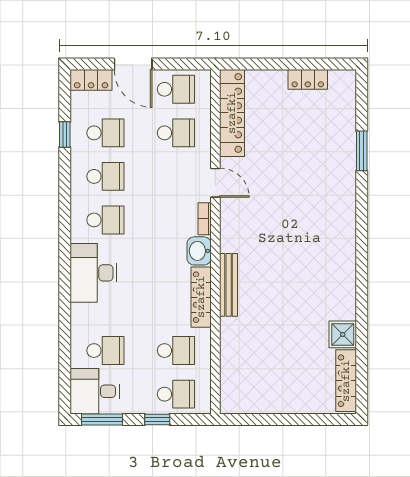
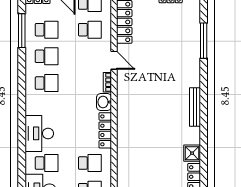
window: (65, 134) -> (22, 31), width x2.17
window: (362, 151) -> (204, 41), width x1.44
desk: (93, 273) -> (39, 133), moved
bench: (229, 285) -> (195, 107), moved

